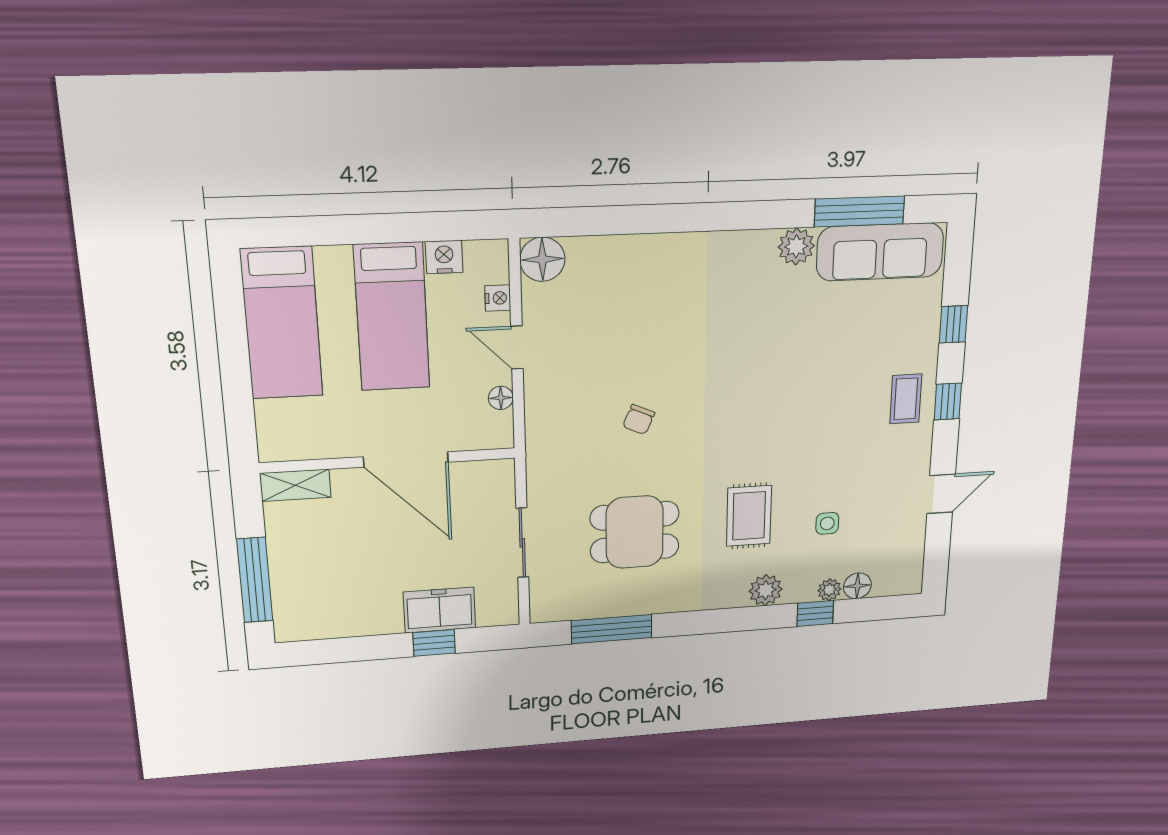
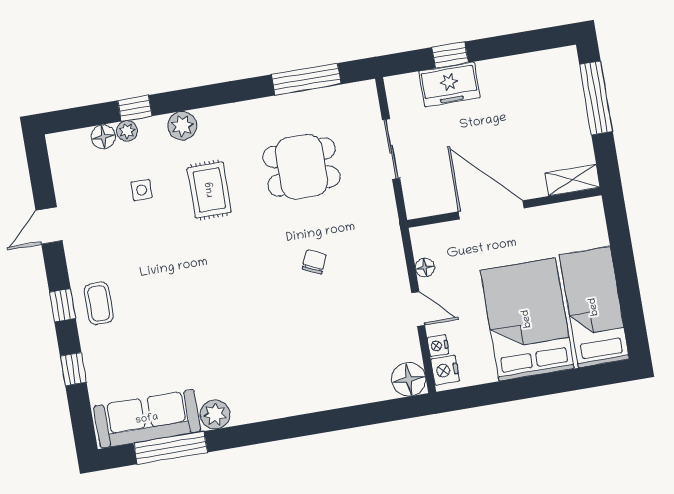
nightstand: (444, 257) -> (445, 370), moved, turned 90
bed: (392, 317) -> (527, 319), width x1.50

